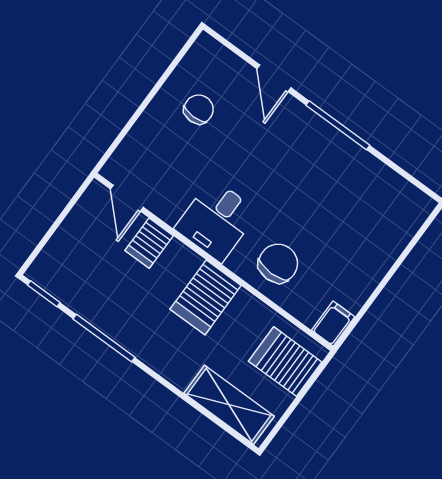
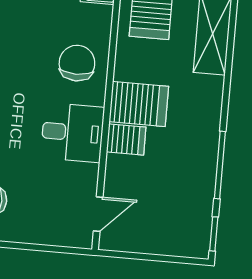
server rack: (149, 243) -> (126, 139), moved
chair: (278, 263) -> (77, 63), turned 90

